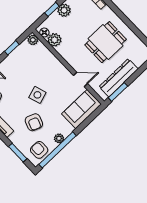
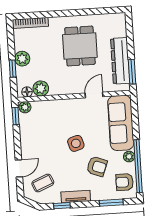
window: (12, 48) -> (16, 116), moved
sofa: (82, 109) -> (121, 123), width x1.36

